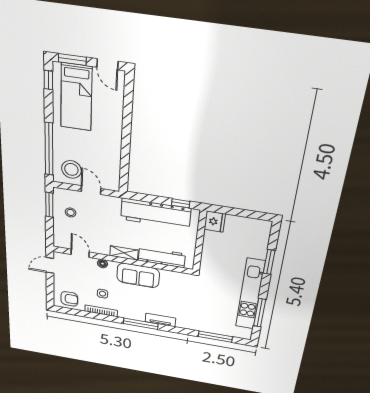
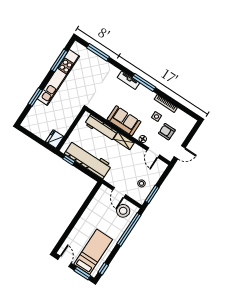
armchair: (69, 299) -> (167, 132), moved

